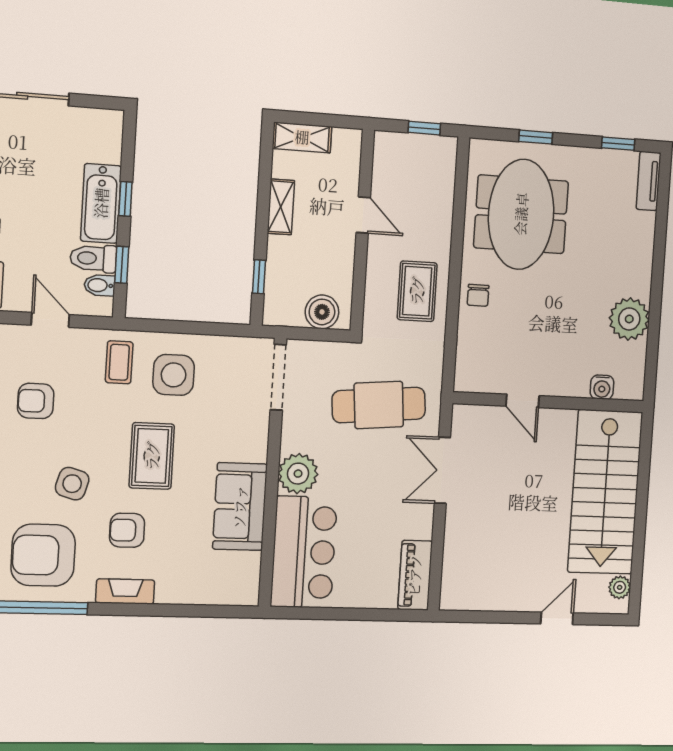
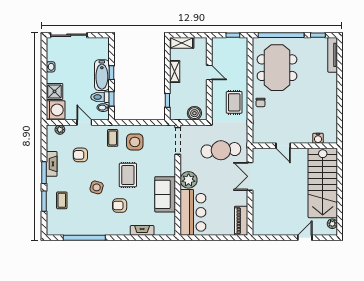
window: (536, 137) -> (281, 35), width x3.17
tv unit: (649, 181) -> (333, 55), width x1.41
plant: (629, 319) -> (328, 109), removed
armchair: (43, 555) -> (87, 216), removed
fireplace: (125, 592) -> (142, 230), moved

